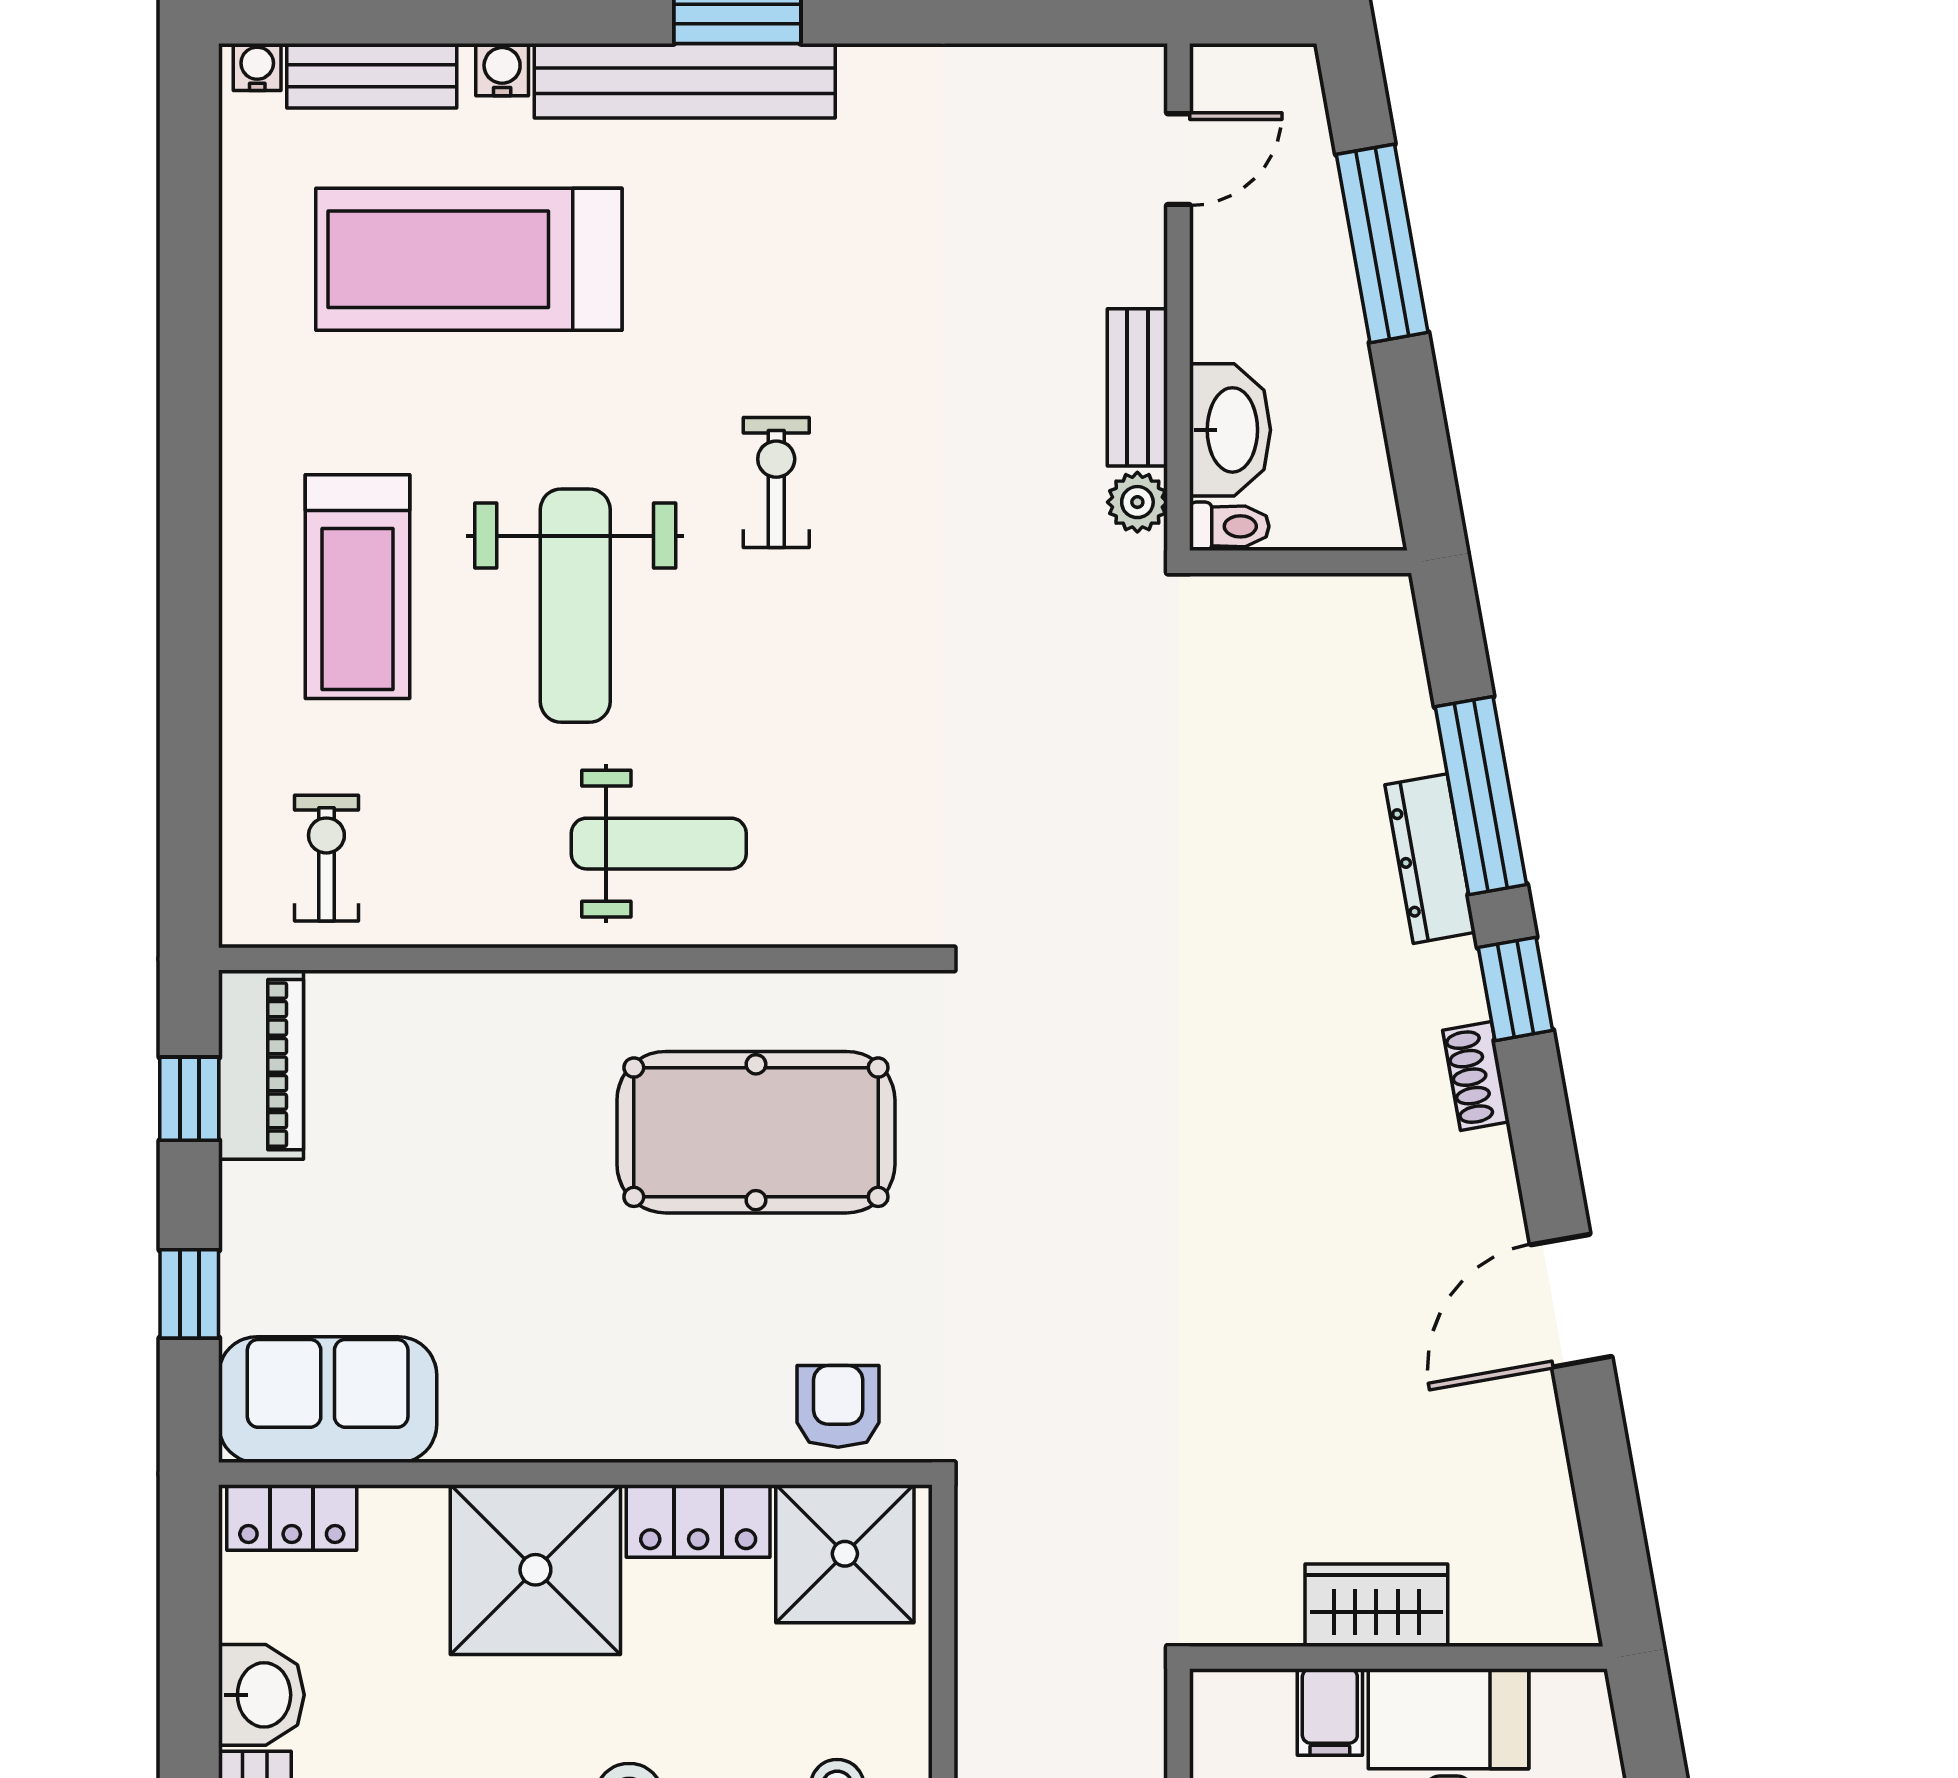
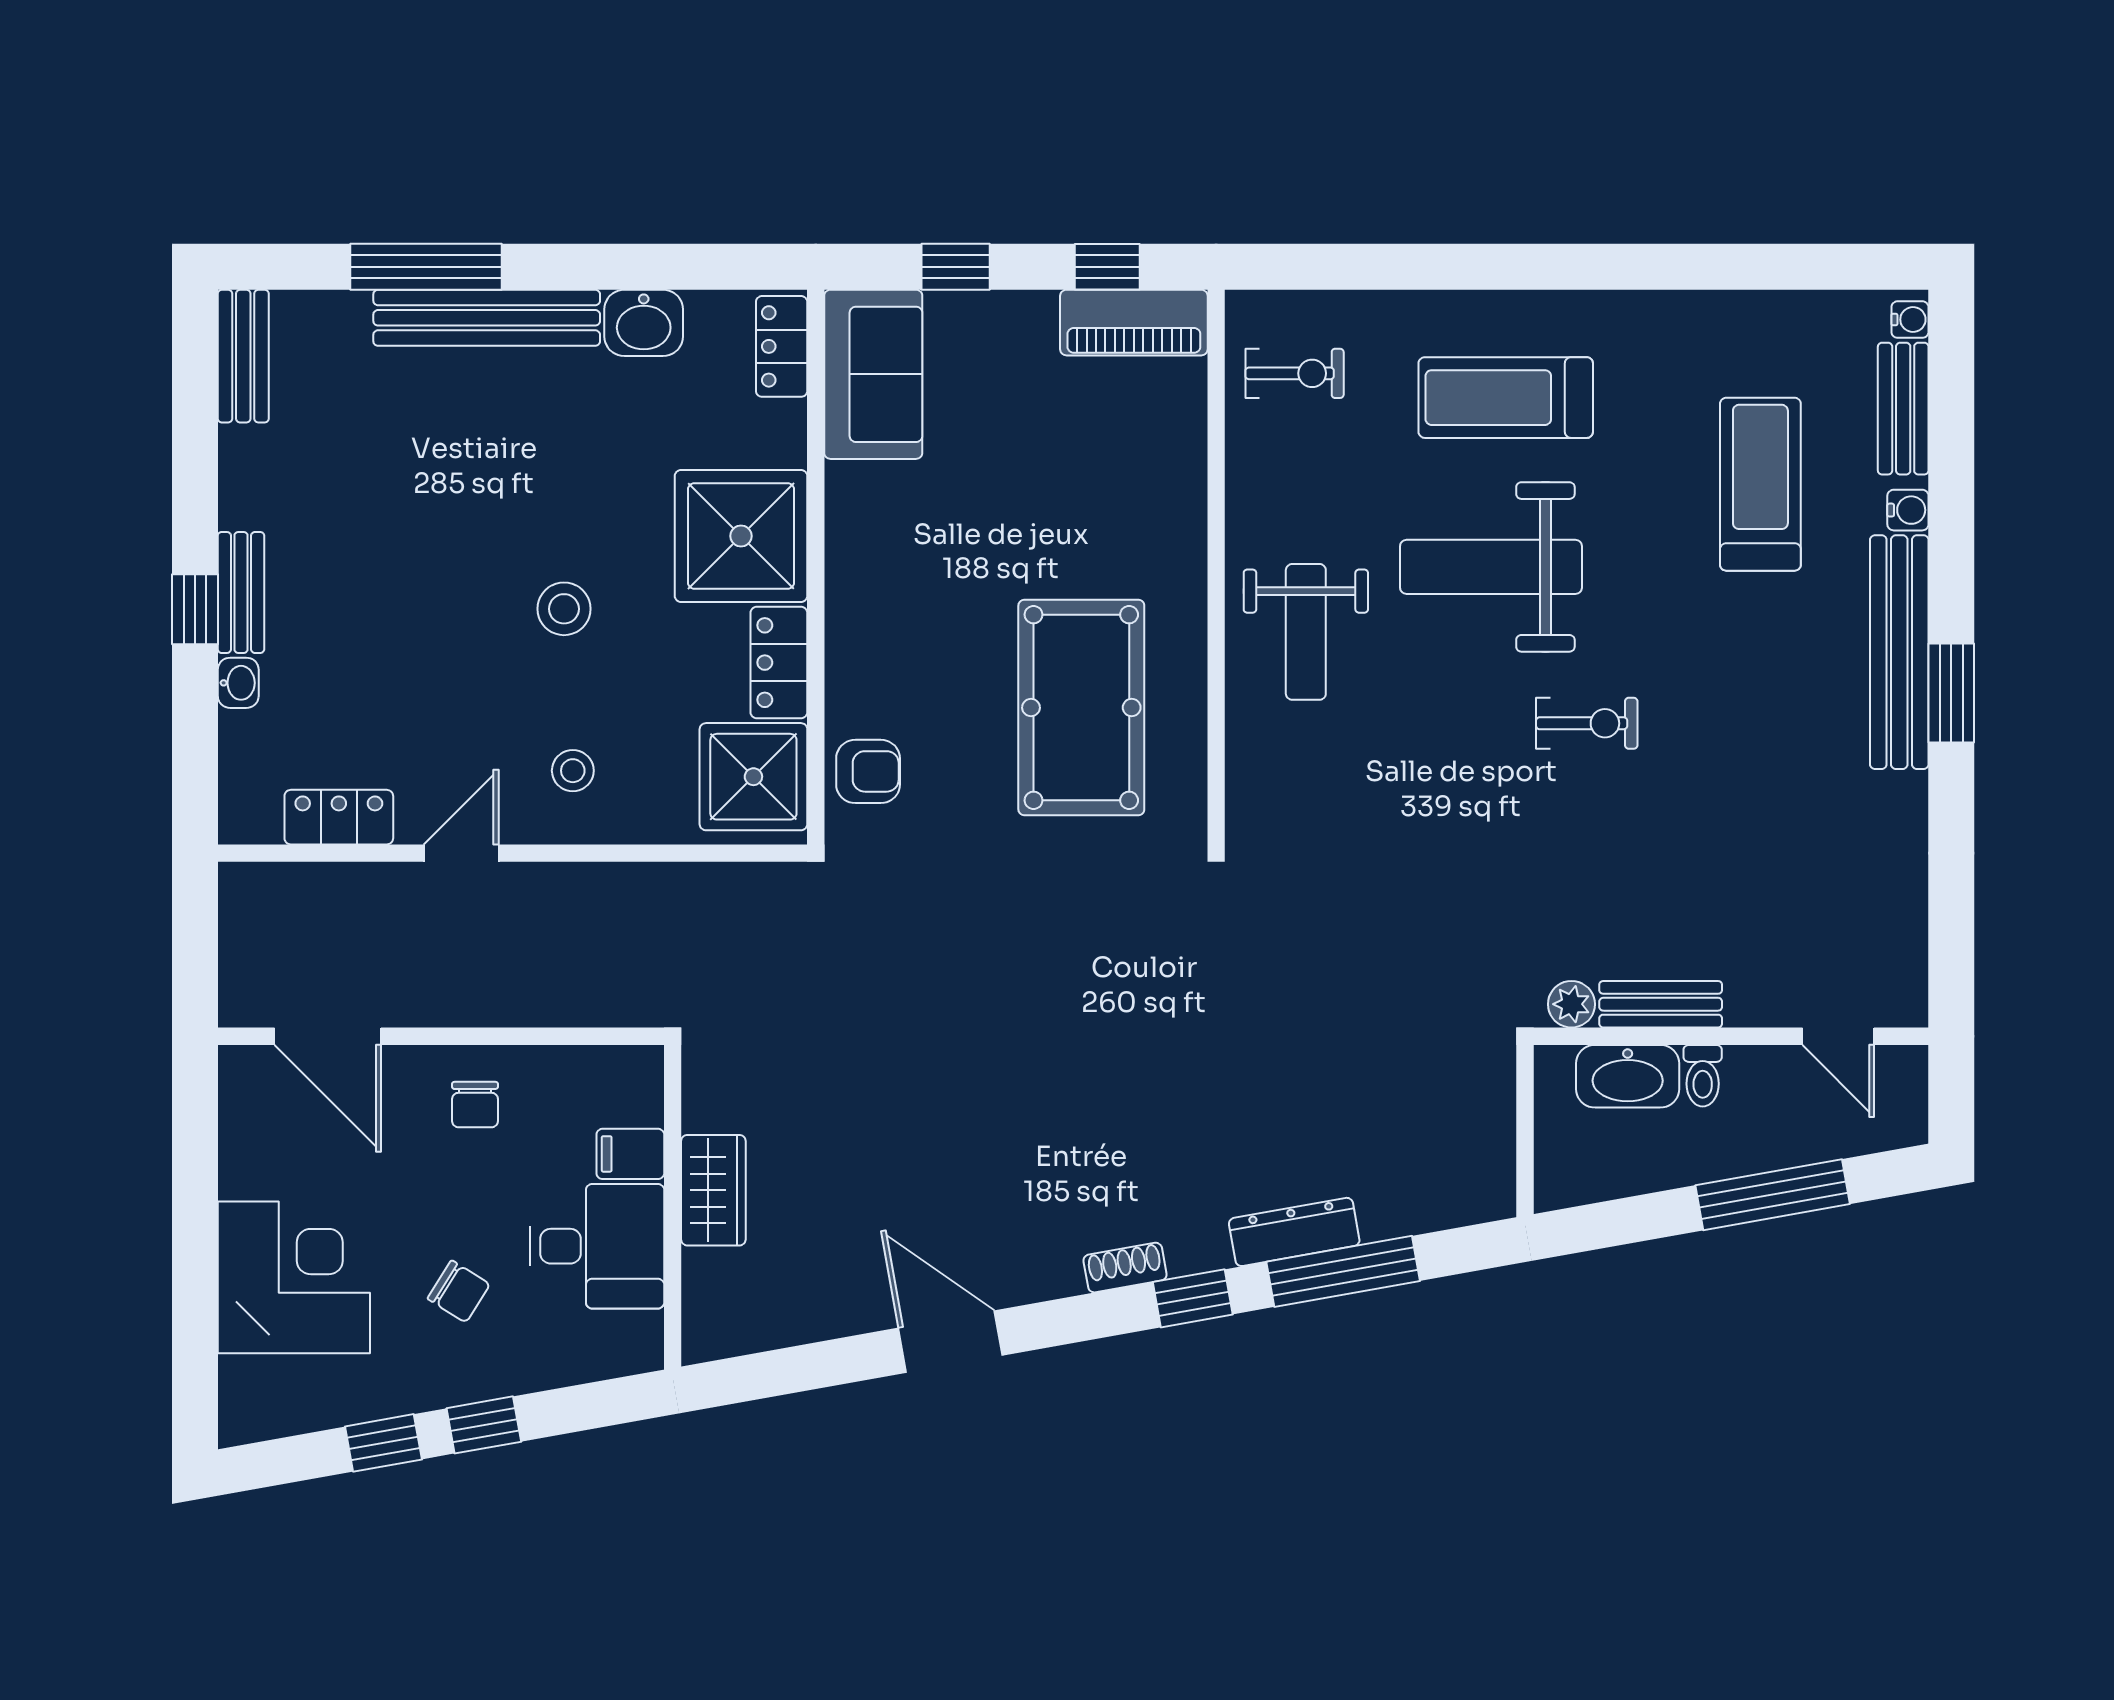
treadmill: (469, 259) -> (1760, 484), width x0.73, depth x0.73
toilet: (1229, 526) -> (1703, 1076), moved

